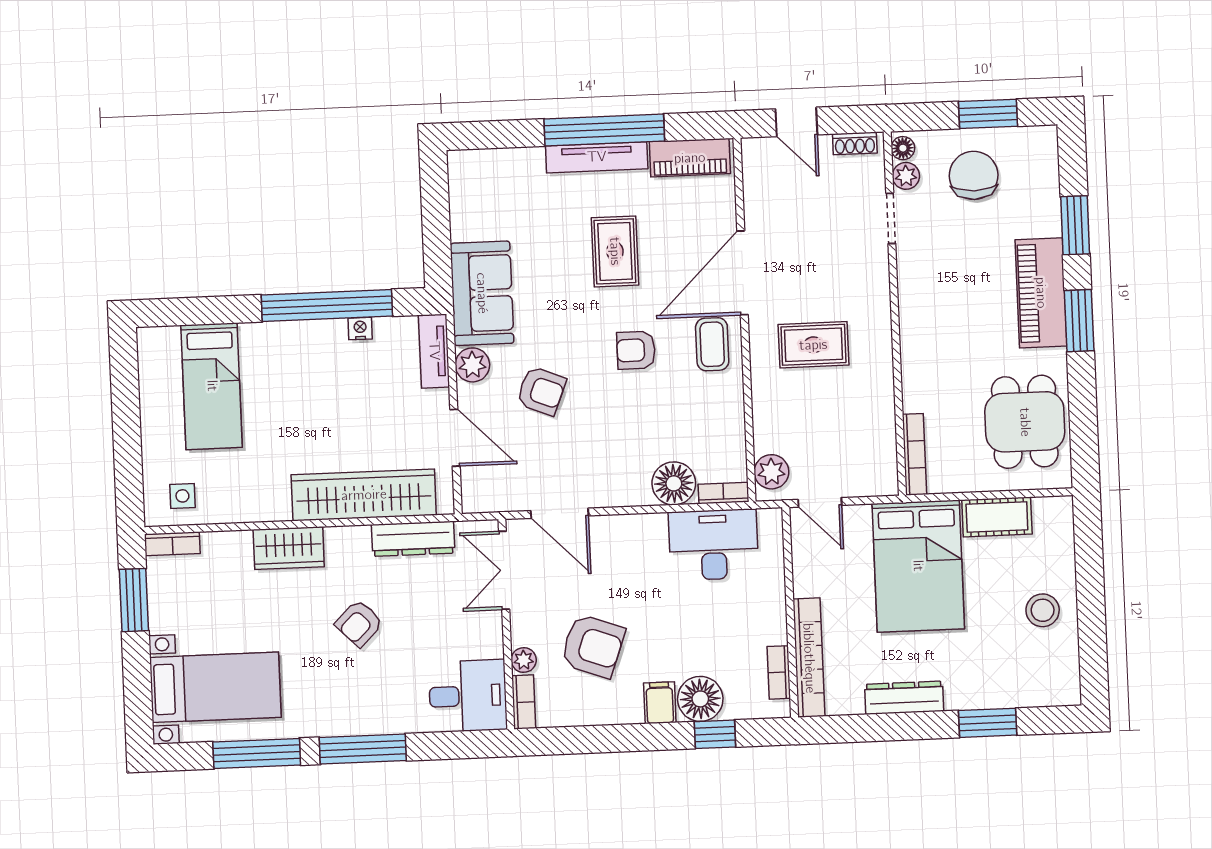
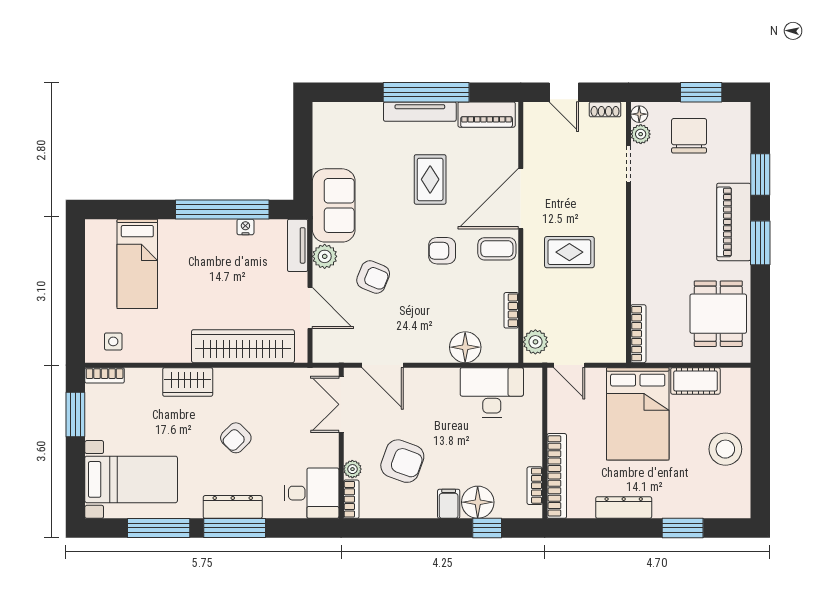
coffee table: (712, 344) -> (497, 249), turned 90
bookcase: (723, 493) -> (511, 310), moved, turned -90
dresser: (413, 539) -> (233, 507), moved, turned 180
stool: (1043, 610) -> (725, 449), width x1.38, depth x1.38

